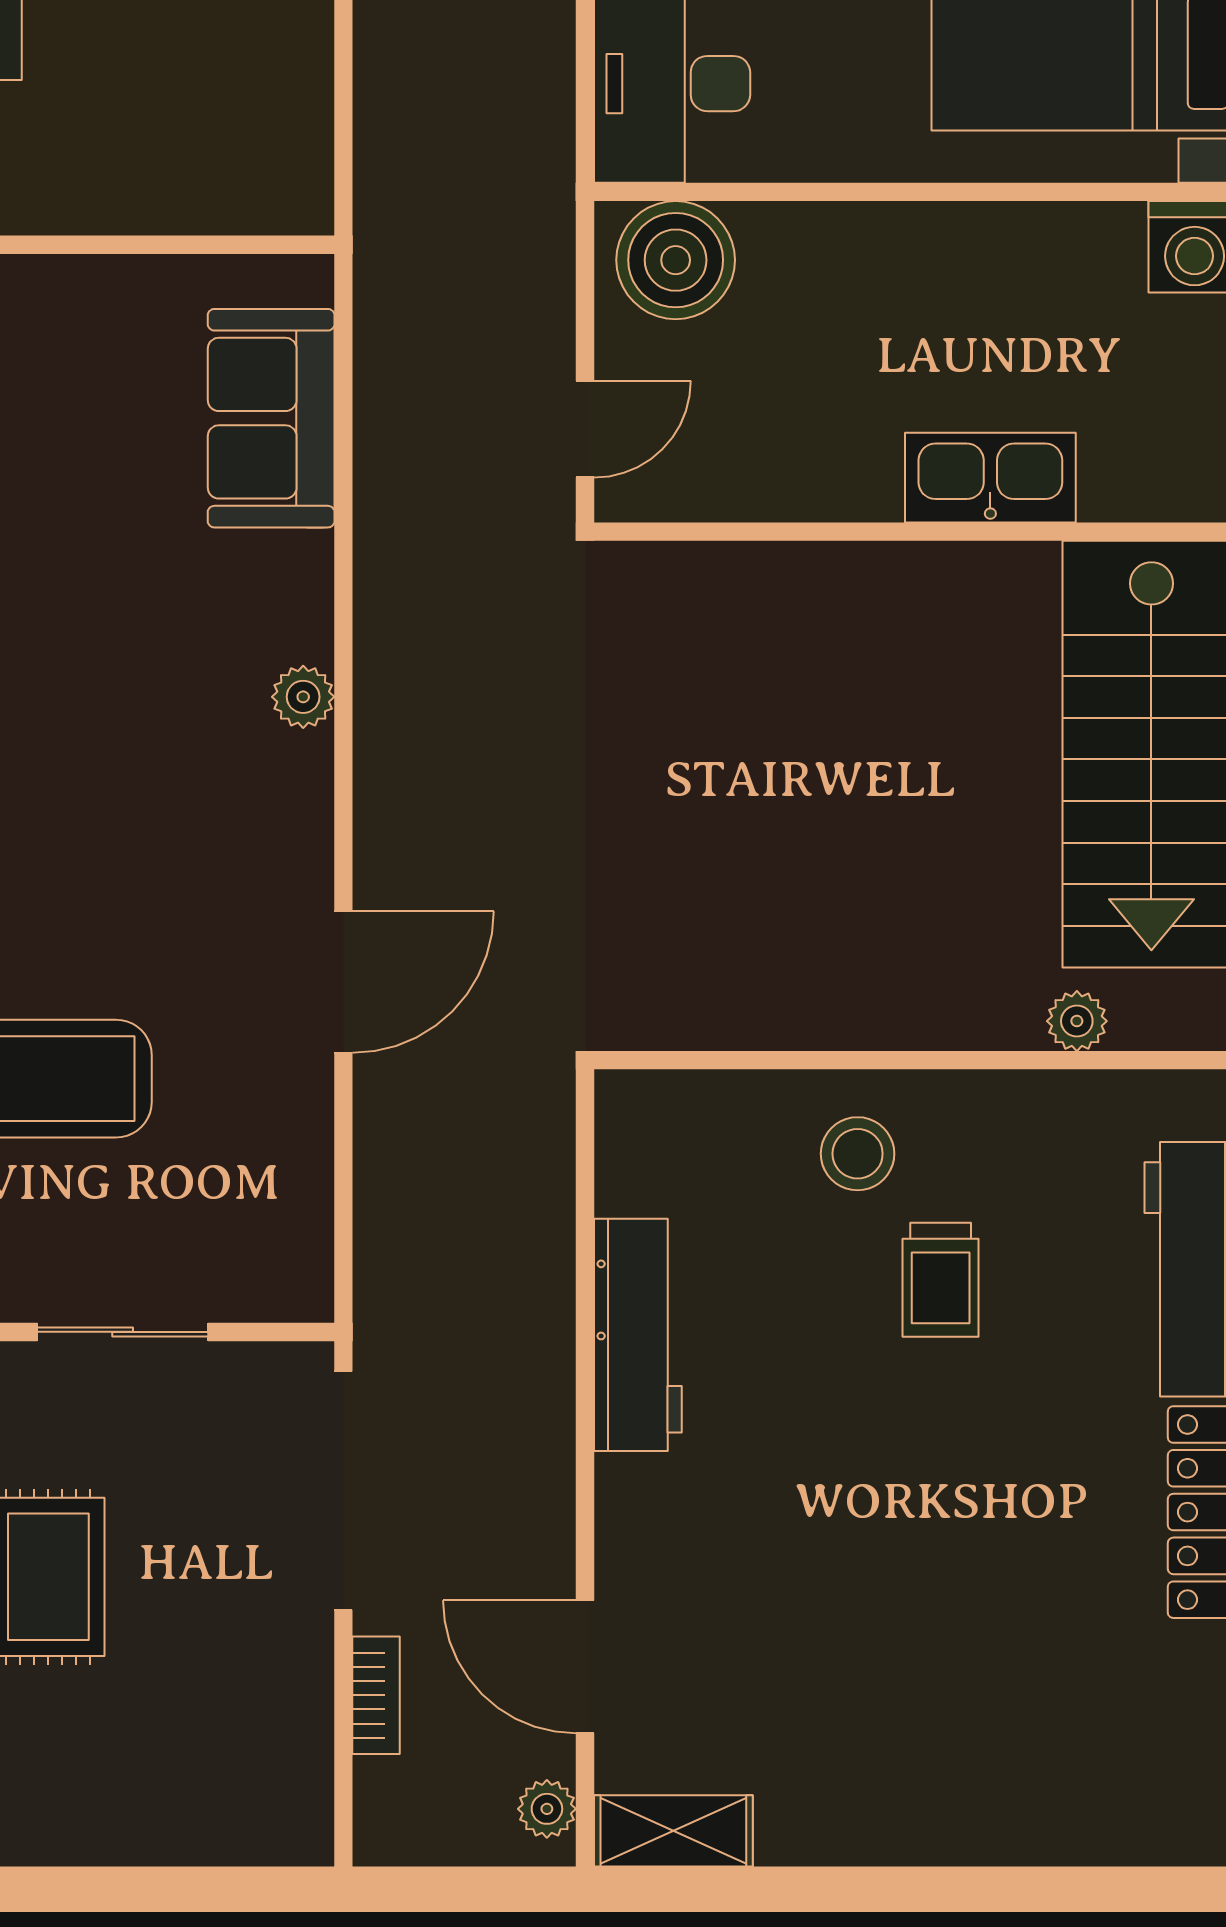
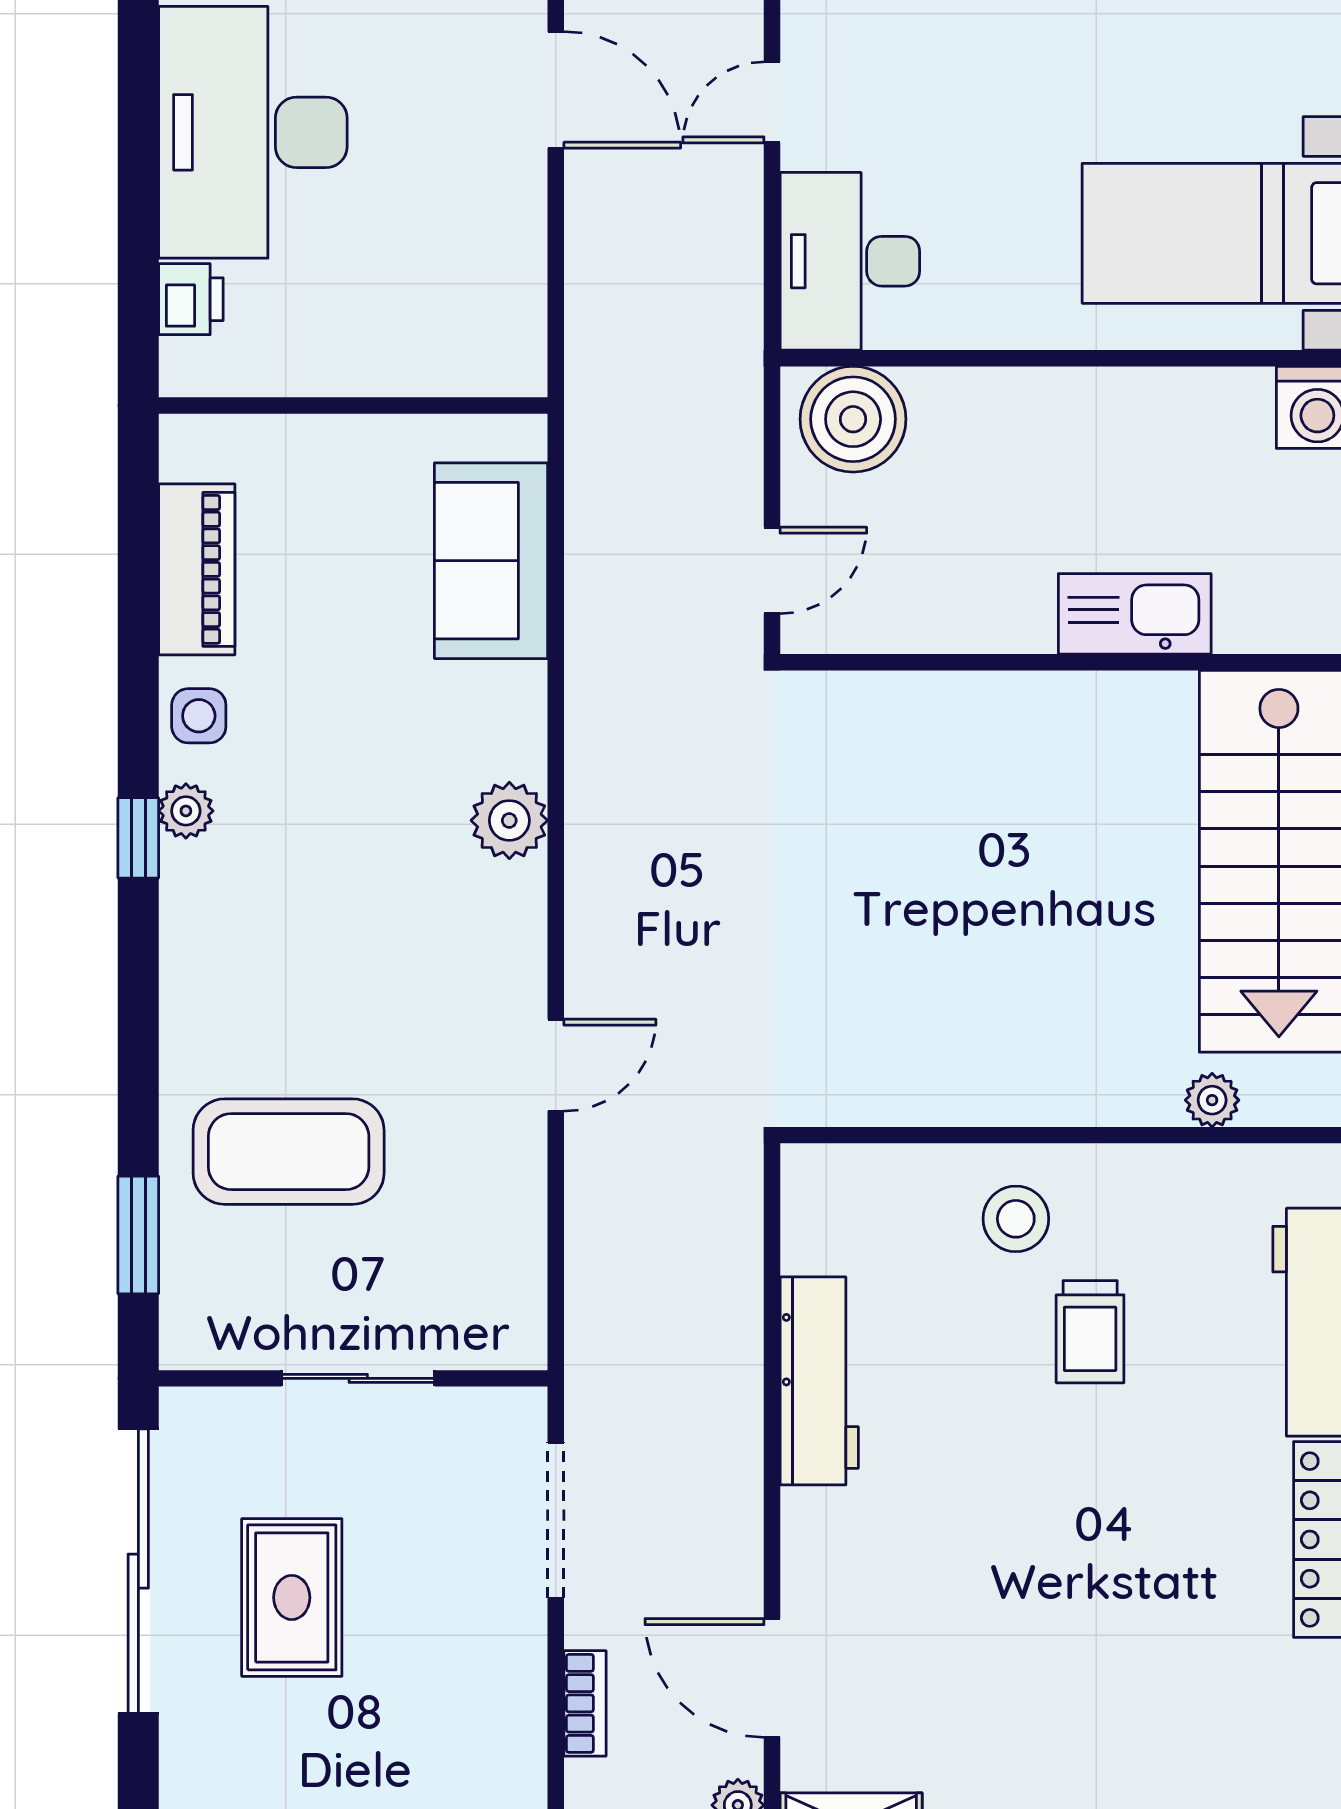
plant: (303, 697) -> (509, 820), width x1.38, depth x1.38
door: (343, 982) -> (556, 1065), width x0.73
doorway: (343, 1491) -> (556, 1520), width x0.73

